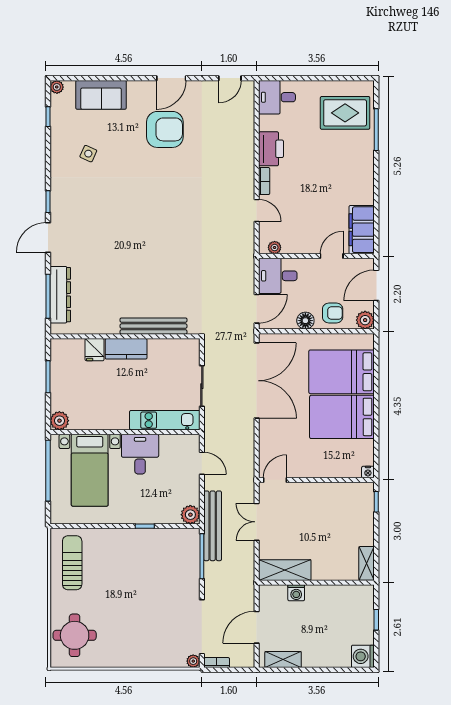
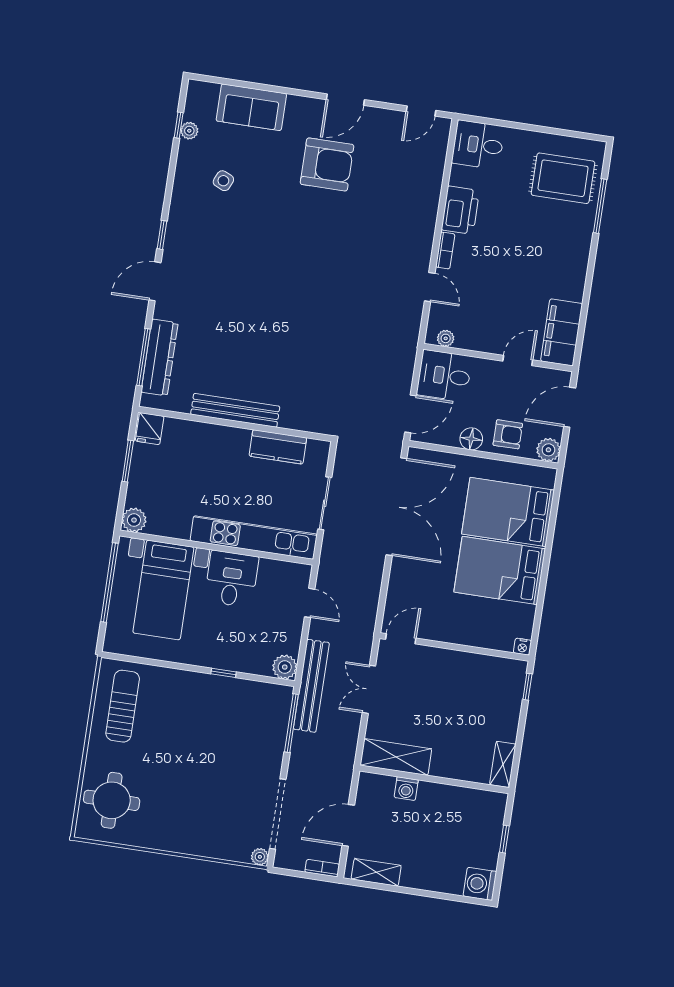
plant: (57, 87) -> (189, 131), moved
bench: (153, 326) -> (235, 410), moved
kitchen counter: (126, 349) -> (278, 447), moved
fridge: (95, 350) -> (150, 429), moved
kitchen unit: (165, 420) -> (254, 538), width x1.36
bookcase: (217, 663) -> (322, 868), moved

